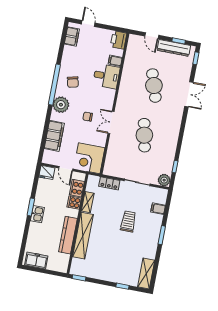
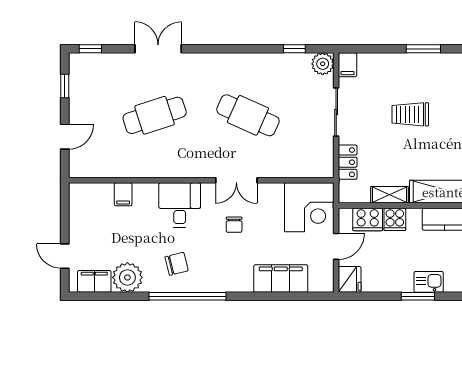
door: (88, 23) -> (65, 256), hinge flipped
printer: (119, 40) -> (84, 195), removed
dresser: (174, 48) -> (79, 92), removed
desk: (106, 76) -> (180, 205), moved
plant: (61, 105) -> (127, 277), moved
cafe table: (144, 135) -> (248, 115), turned 36
filing cabinet: (158, 209) -> (347, 65), moved

